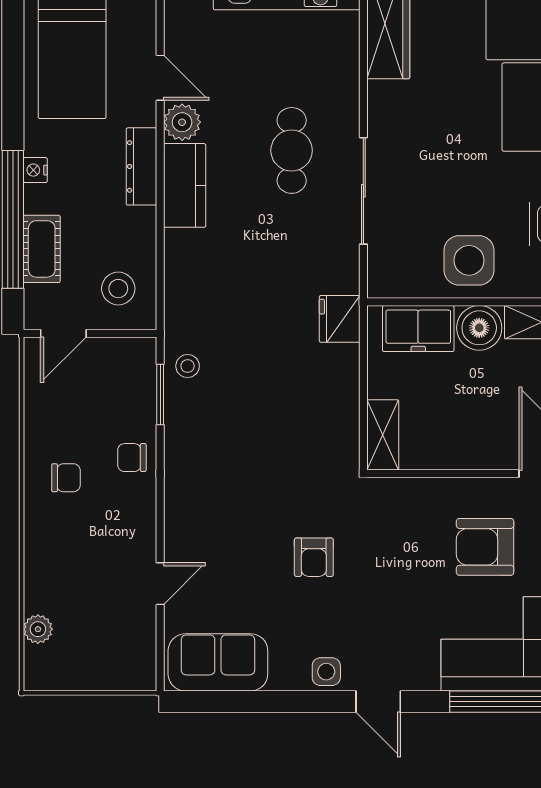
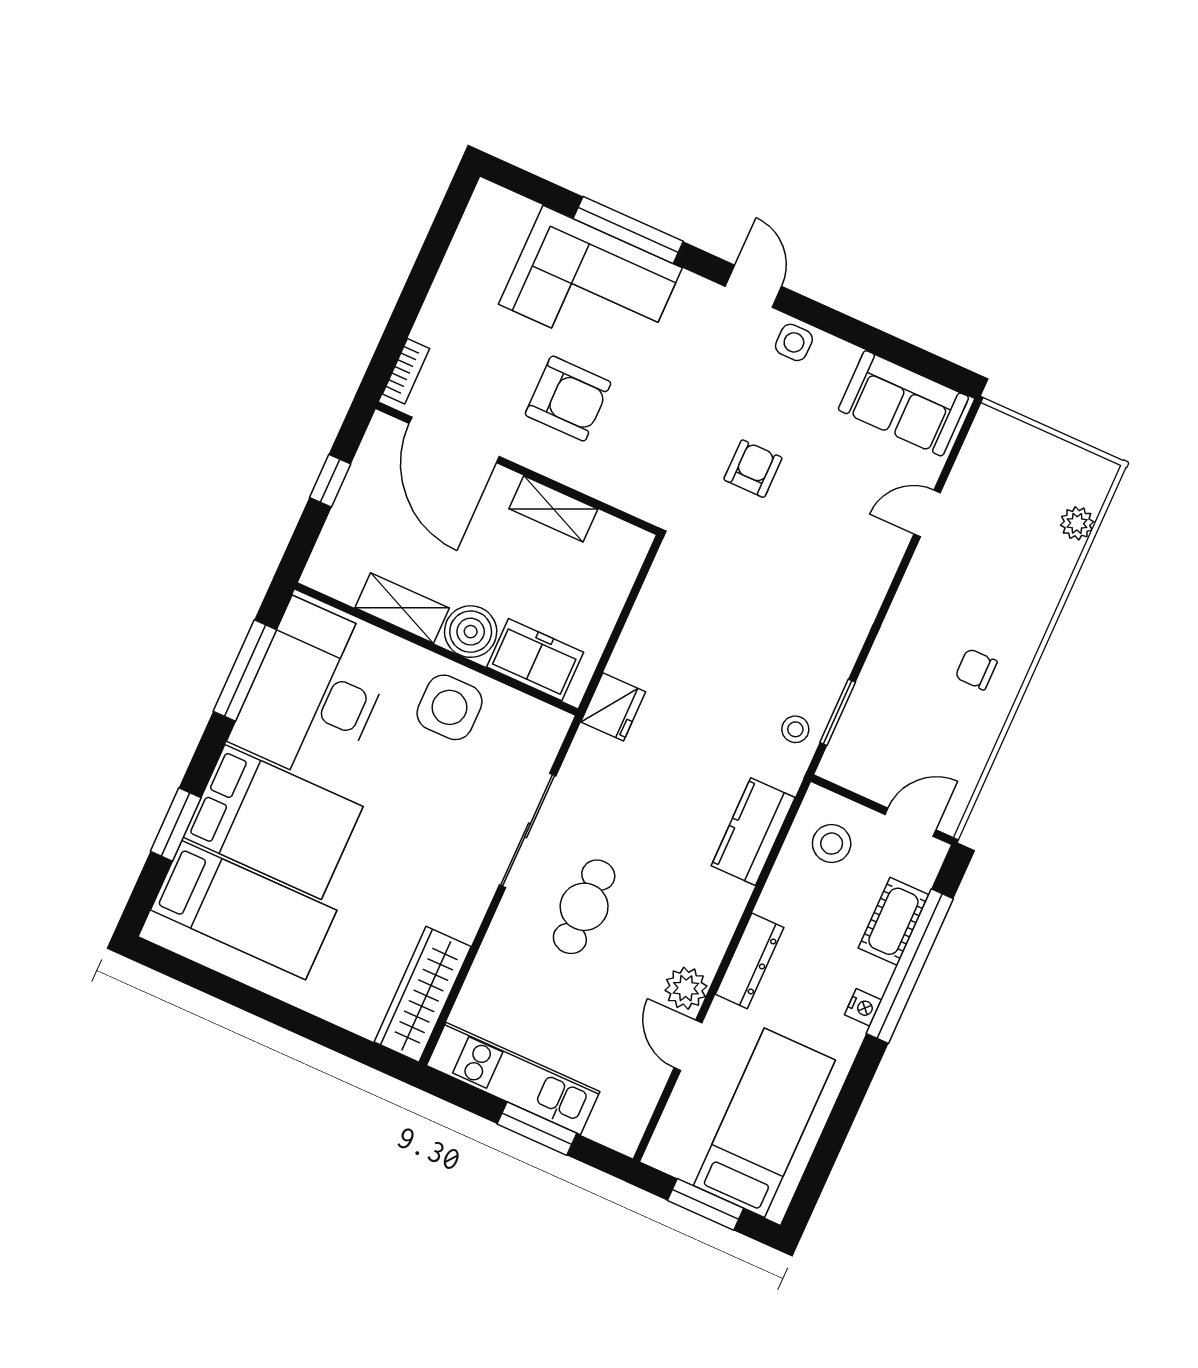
kitchen counter: (185, 185) -> (753, 832), moved
shelving: (383, 435) -> (553, 509), moved, turned 90
chair: (132, 458) -> (897, 659), removed

